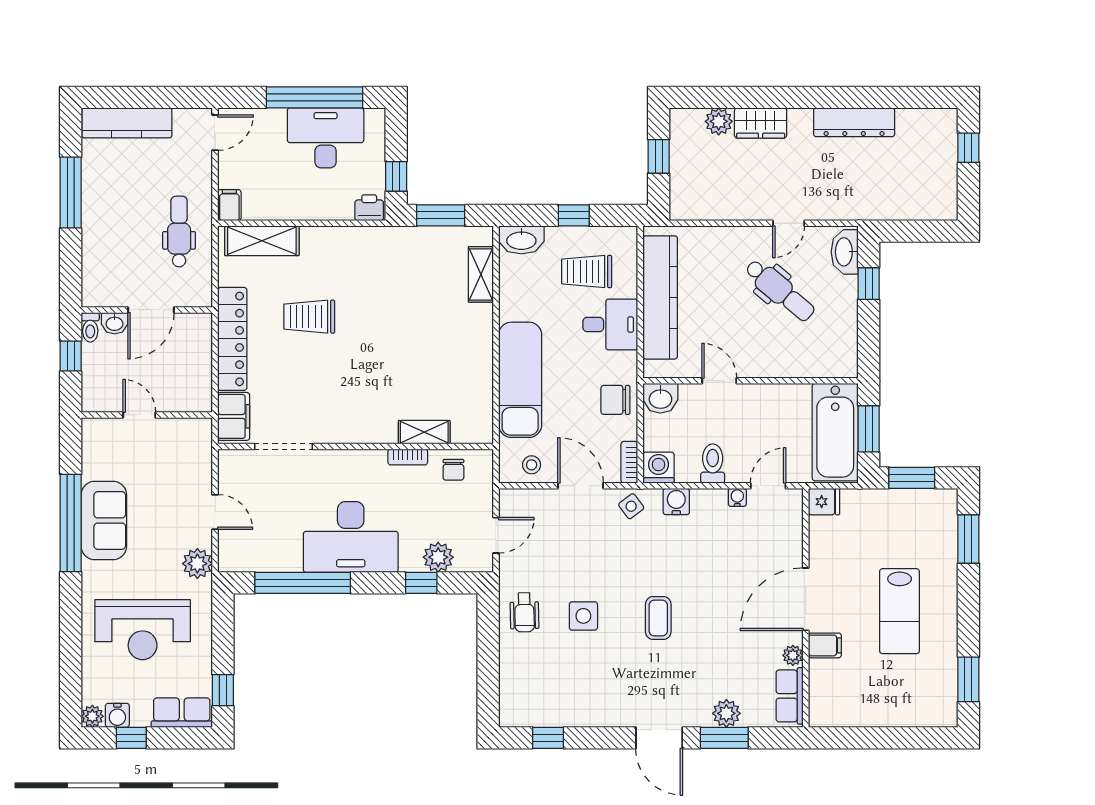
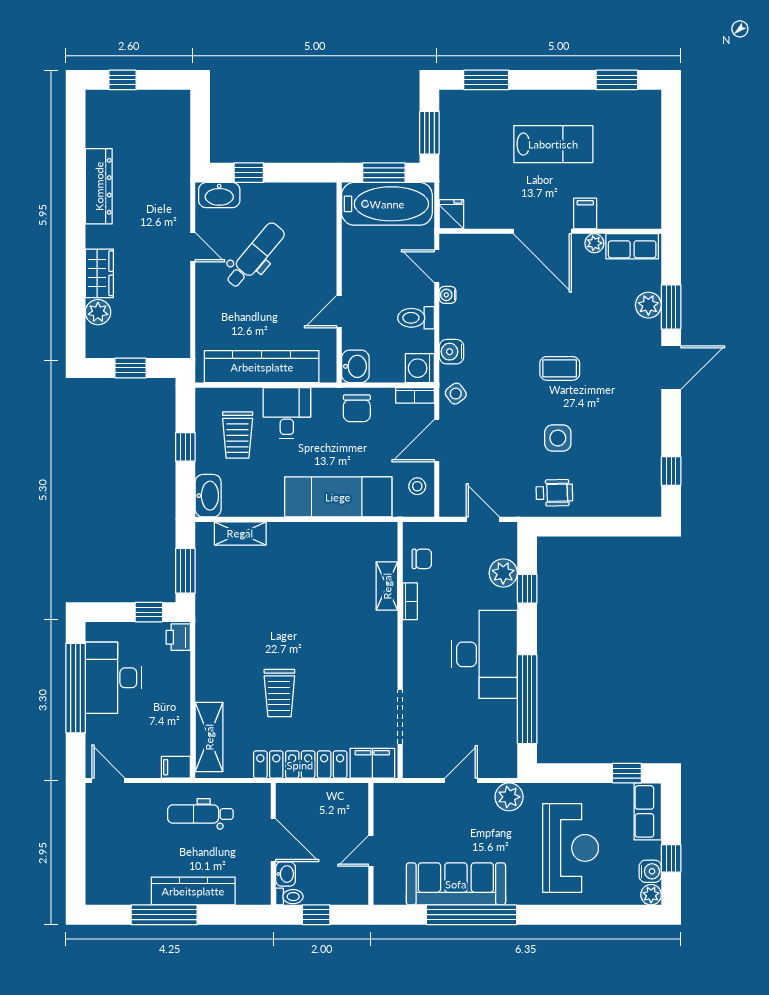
kitchen counter: (127, 123) -> (193, 891), moved, turned -90
sofa: (104, 520) -> (456, 884), width x1.36

